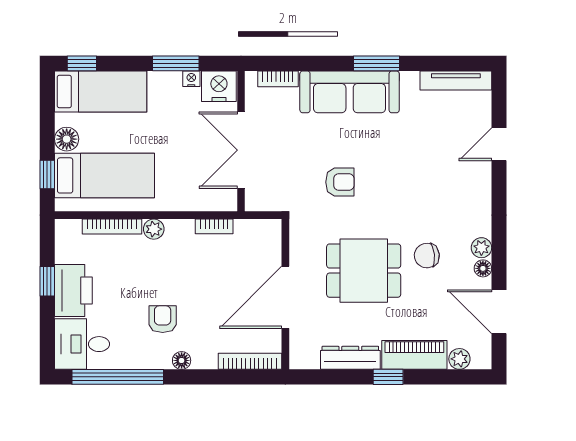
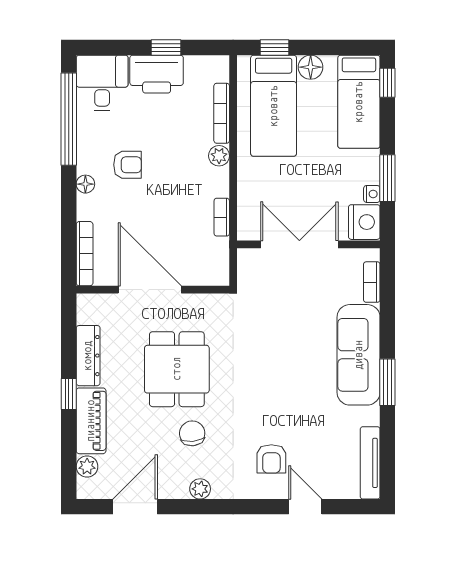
armchair: (340, 182) -> (271, 459), moved
floor lamp: (483, 268) -> (179, 490), removed

